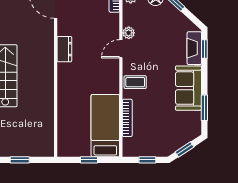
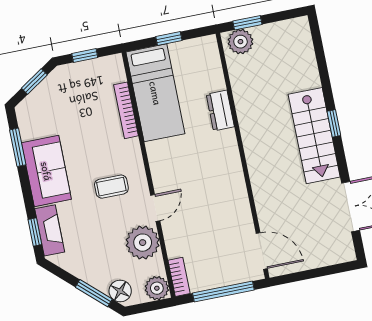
plant: (129, 33) -> (143, 243), width x1.88, depth x1.88
dresser: (64, 49) -> (220, 111), moved
coffee table: (135, 82) -> (111, 187), moved
plant: (42, 148) -> (240, 42), added
window: (20, 160) -> (247, 23), moved

